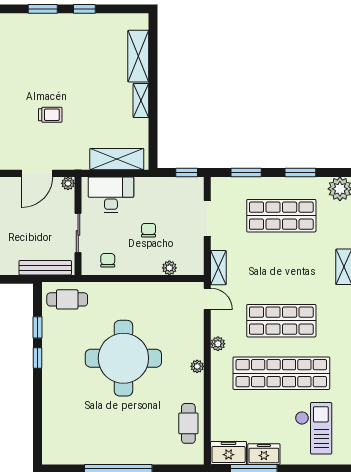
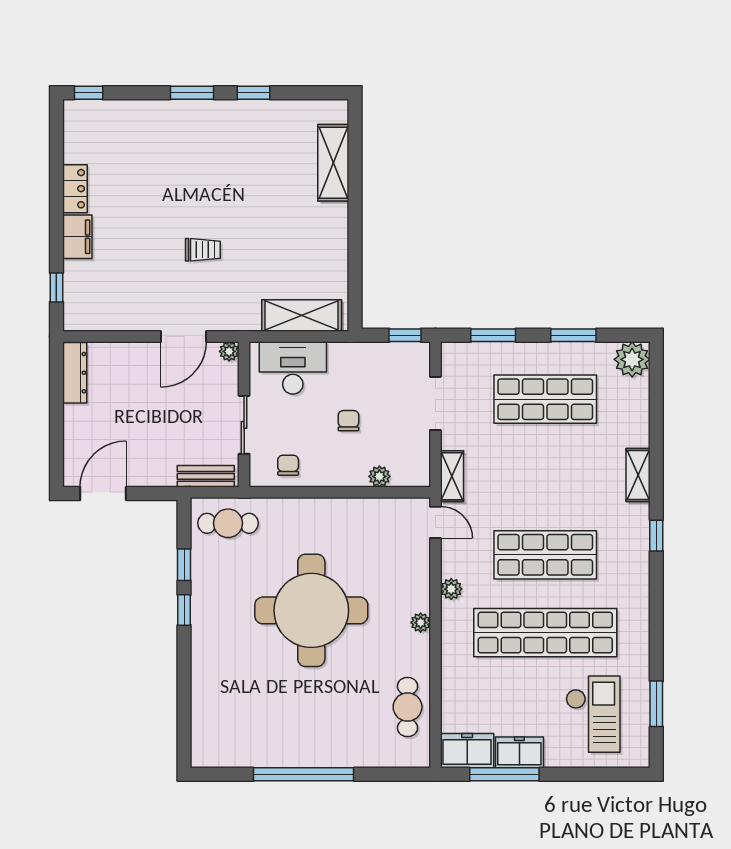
shelving: (141, 101) -> (337, 229), removed
bench: (45, 268) -> (206, 476), width x0.73

